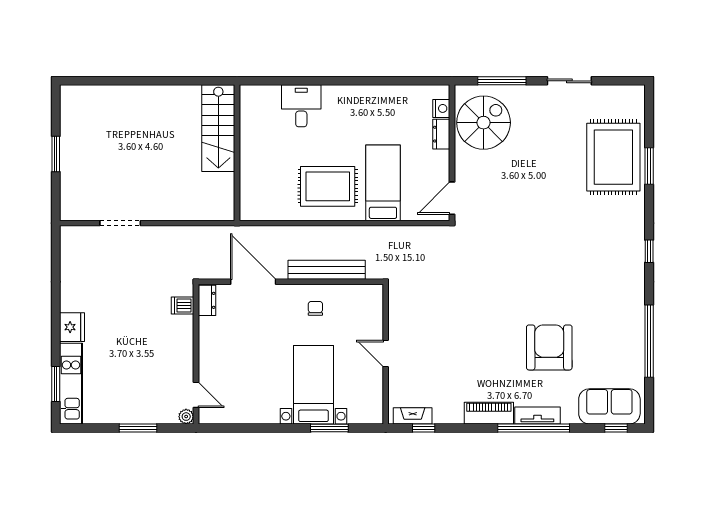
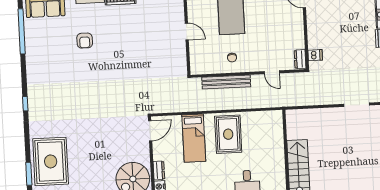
window: (649, 166) -> (29, 174), moved
rug: (328, 186) -> (228, 134), turned 90
door: (253, 282) -> (272, 72), width x0.53
window: (649, 341) -> (22, 31), moved
armchair: (549, 347) -> (85, 41), width x0.53, depth x0.53

